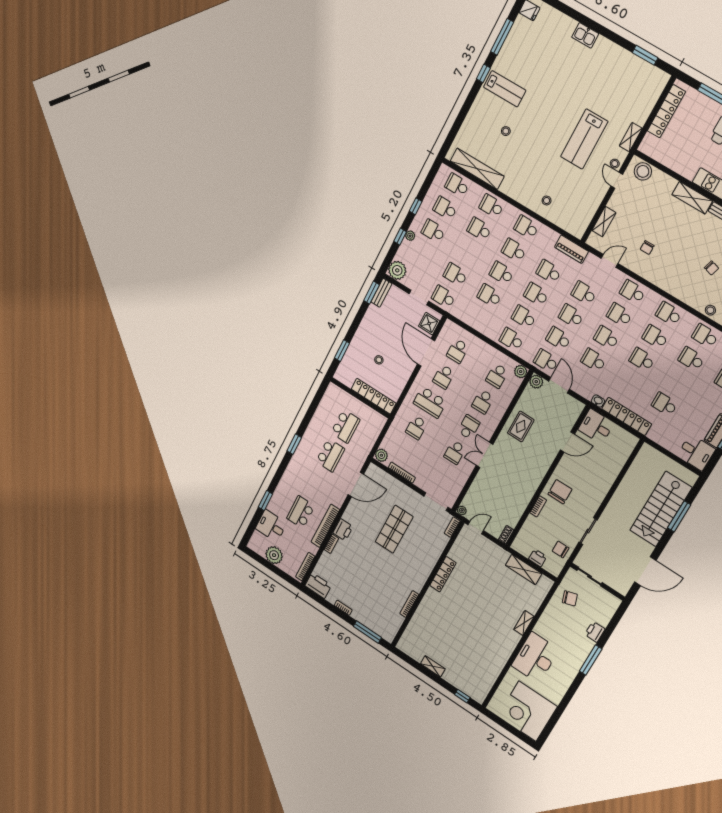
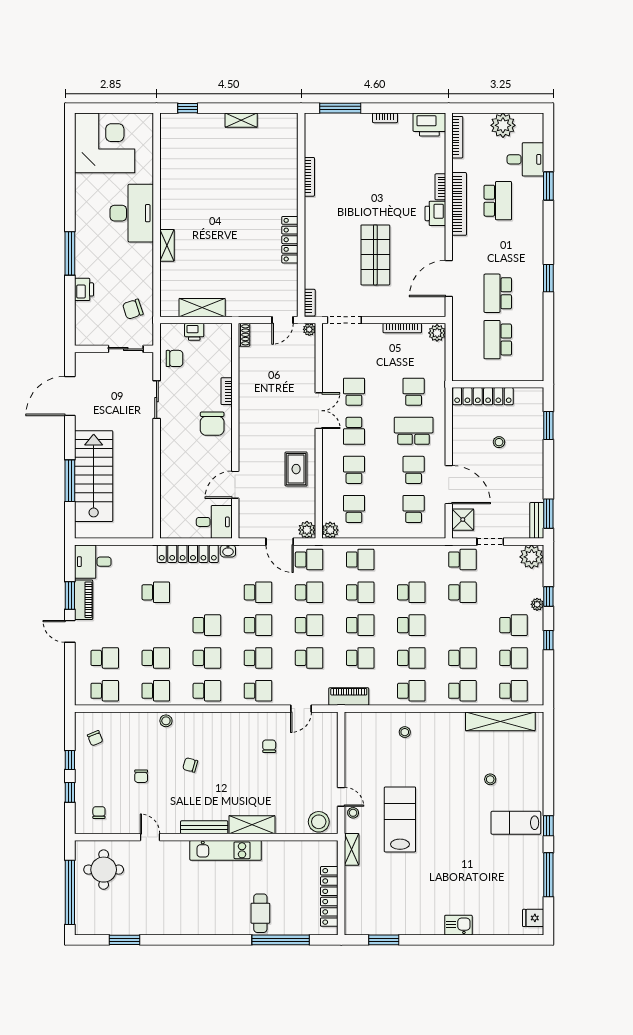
shelving: (604, 222) -> (330, 746), removed

